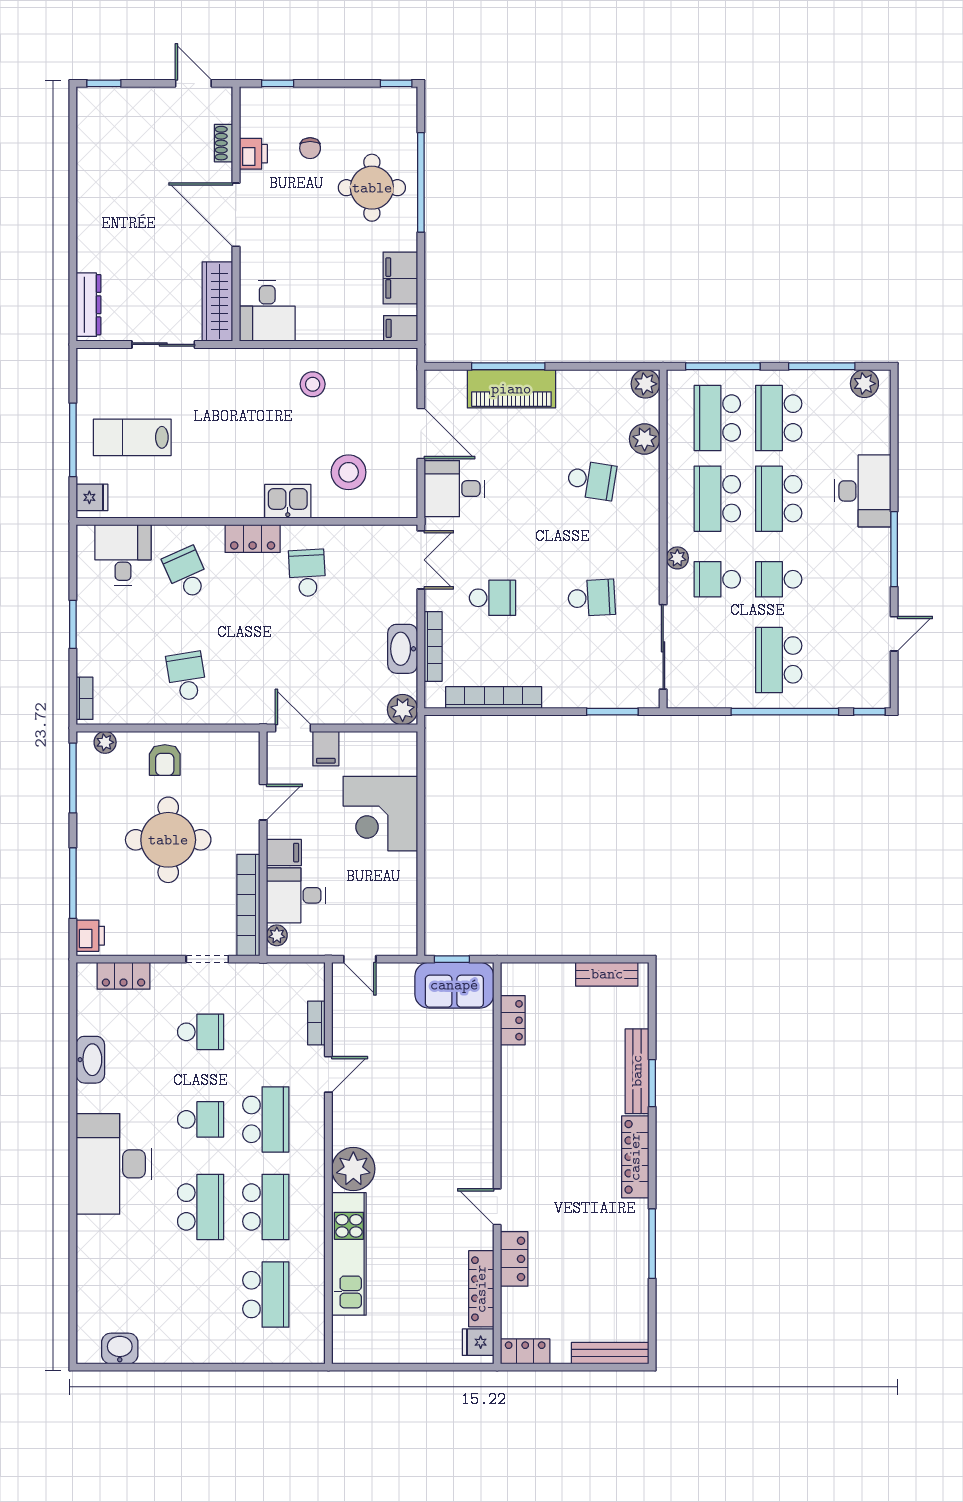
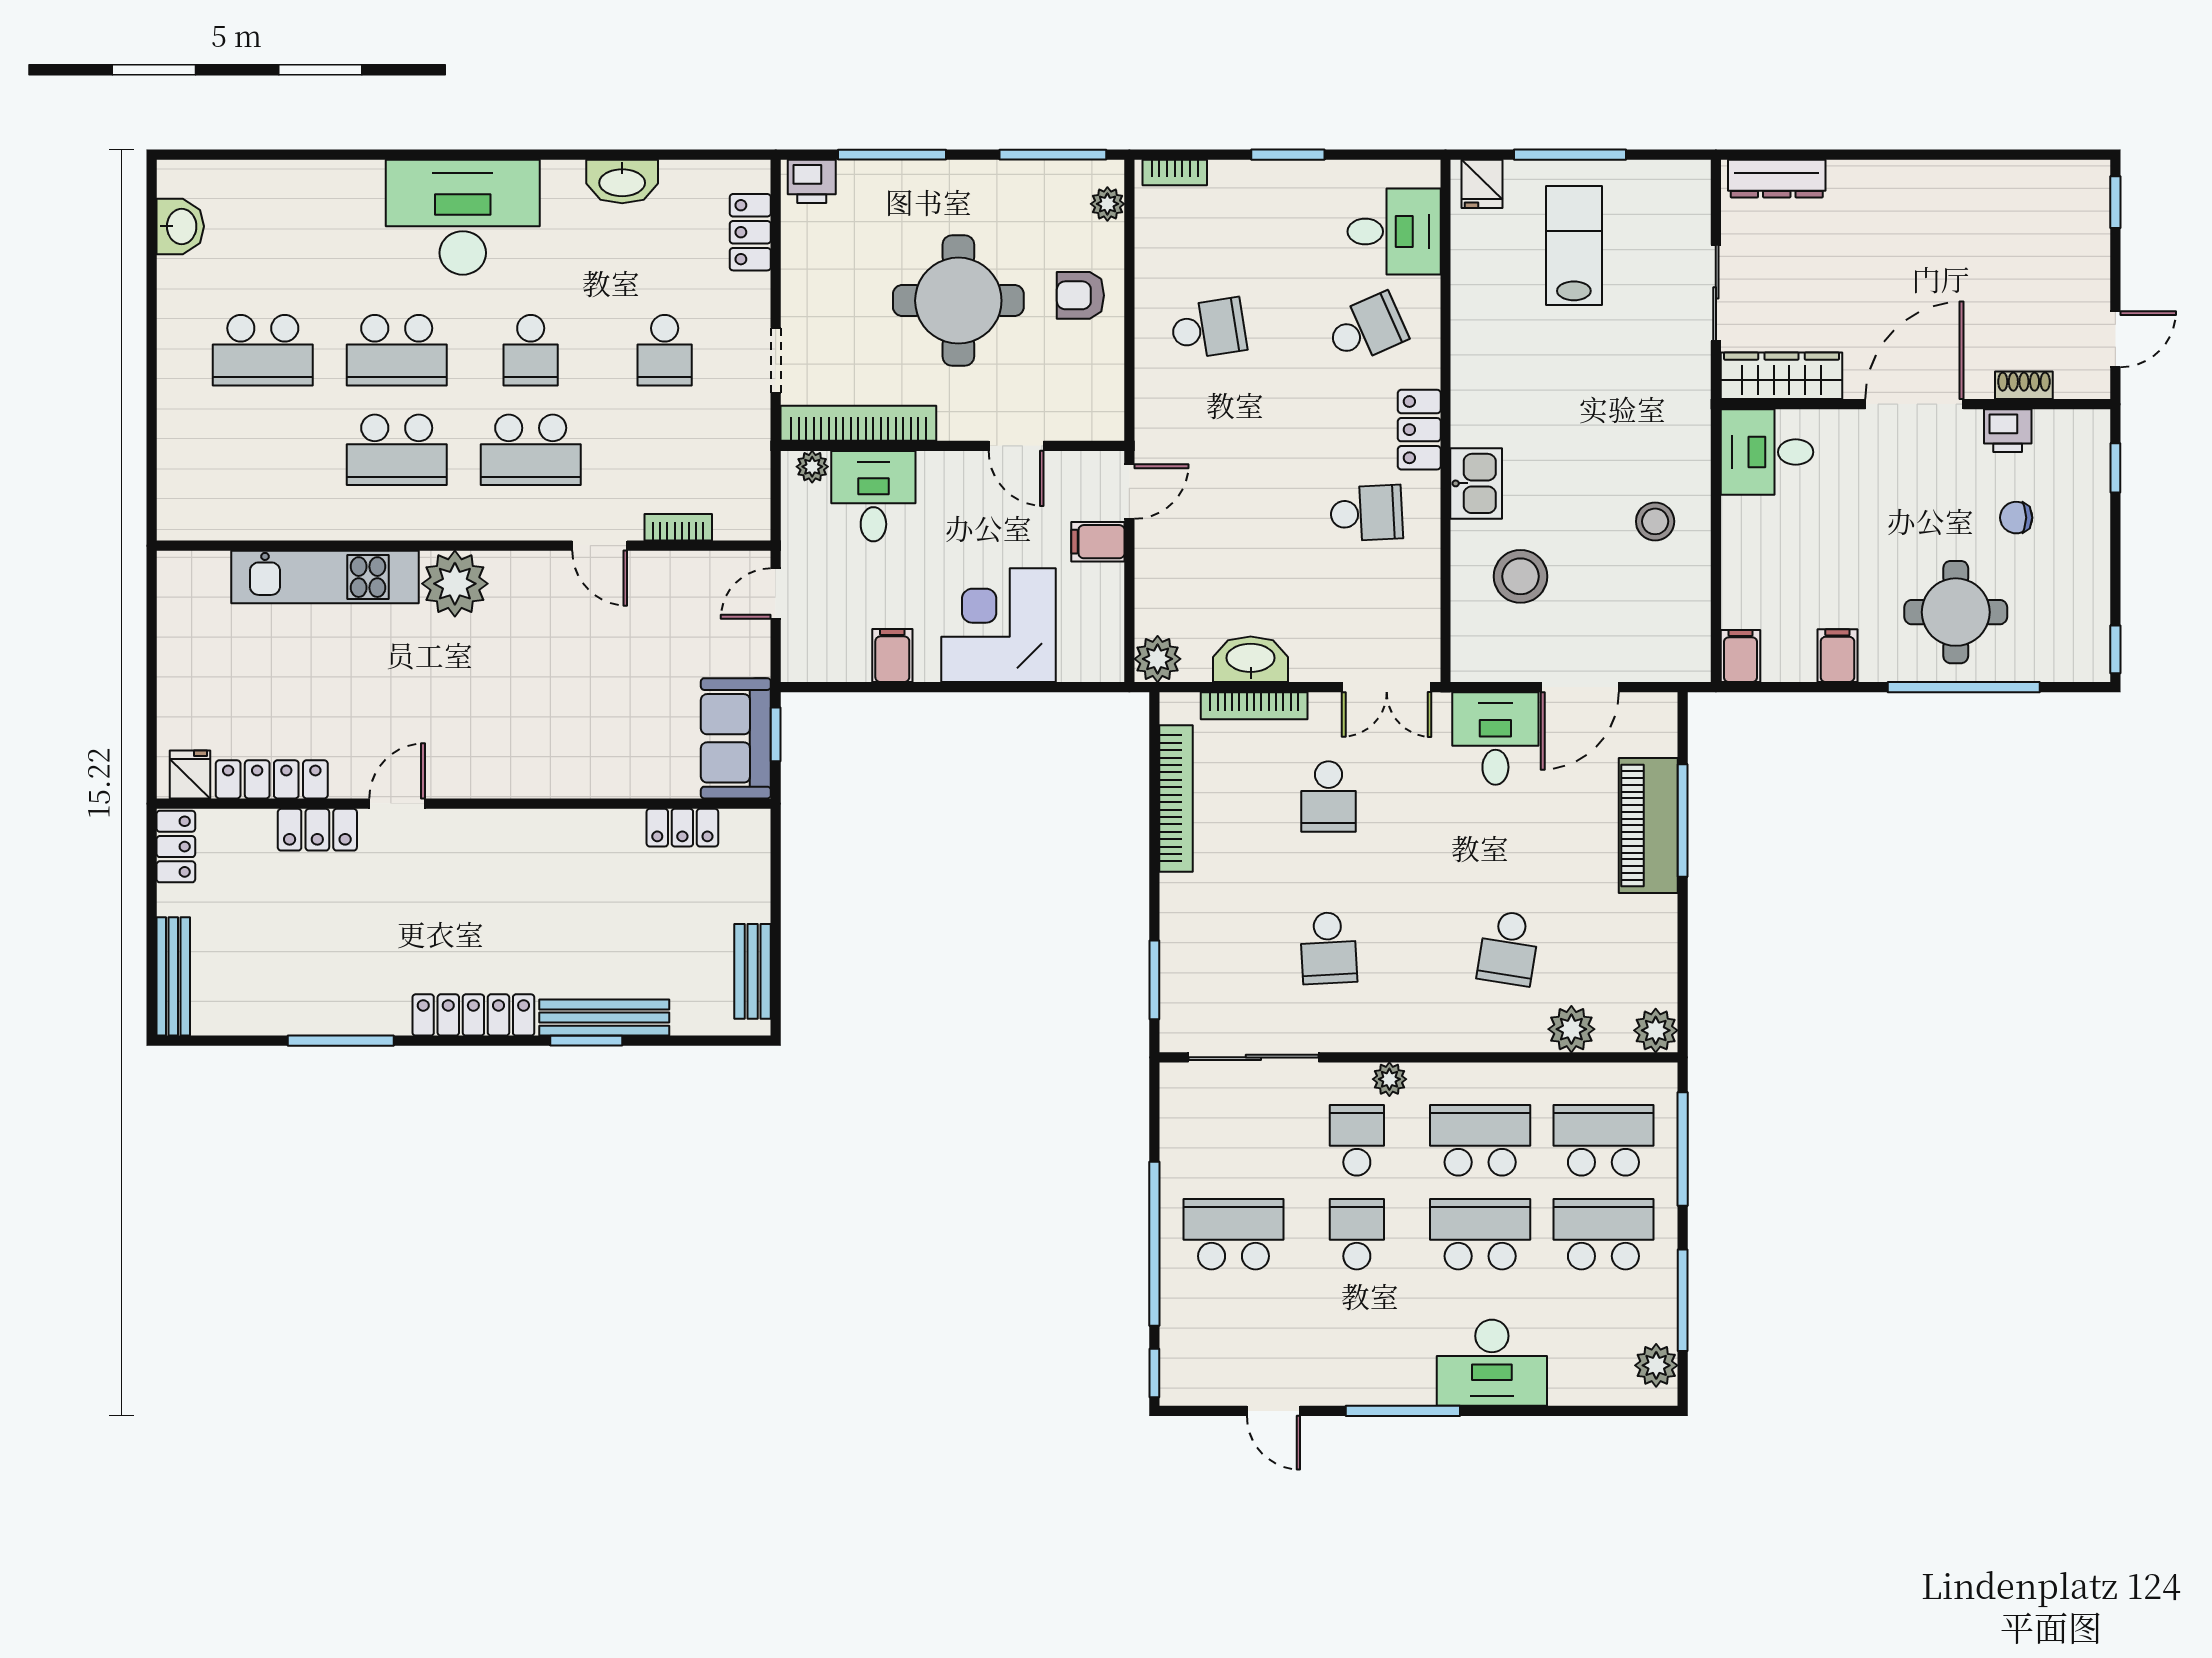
filing cabinet: (400, 278) -> (1837, 656), width x0.50
filing cabinet: (284, 853) -> (892, 655), moved, turned 180
school desk: (266, 1295) -> (263, 350), moved

